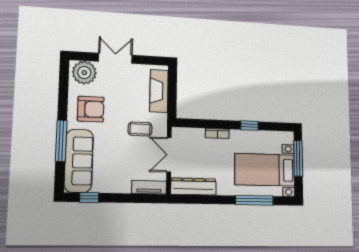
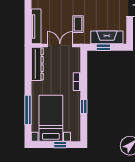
window: (172, 96) -> (103, 47), added
window: (298, 158) -> (60, 145), width x0.46
tv unit: (149, 187) -> (36, 26), width x1.41

